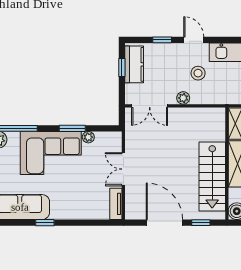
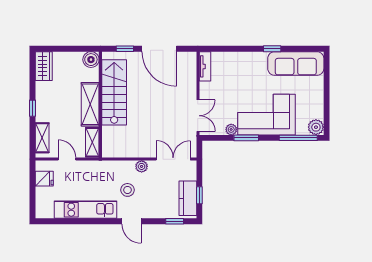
window: (162, 40) -> (175, 221), moved
double door: (123, 169) -> (198, 116), moved

